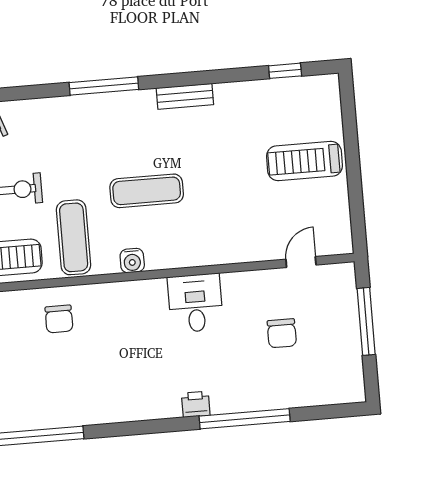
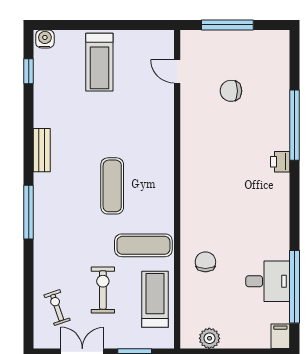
water cooler: (132, 261) -> (45, 39), moved, turned -90
desk: (195, 303) -> (268, 281), moved, turned 180
chair: (59, 319) -> (205, 262), turned -90
chair: (282, 333) -> (231, 91), turned 180

